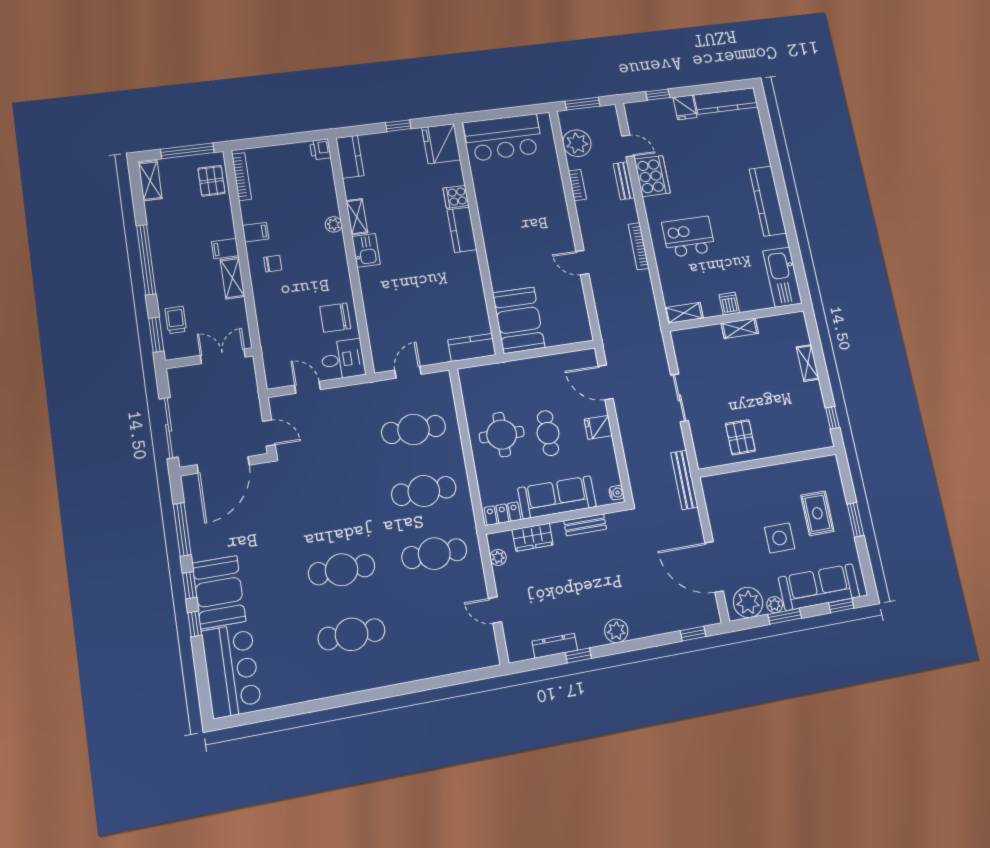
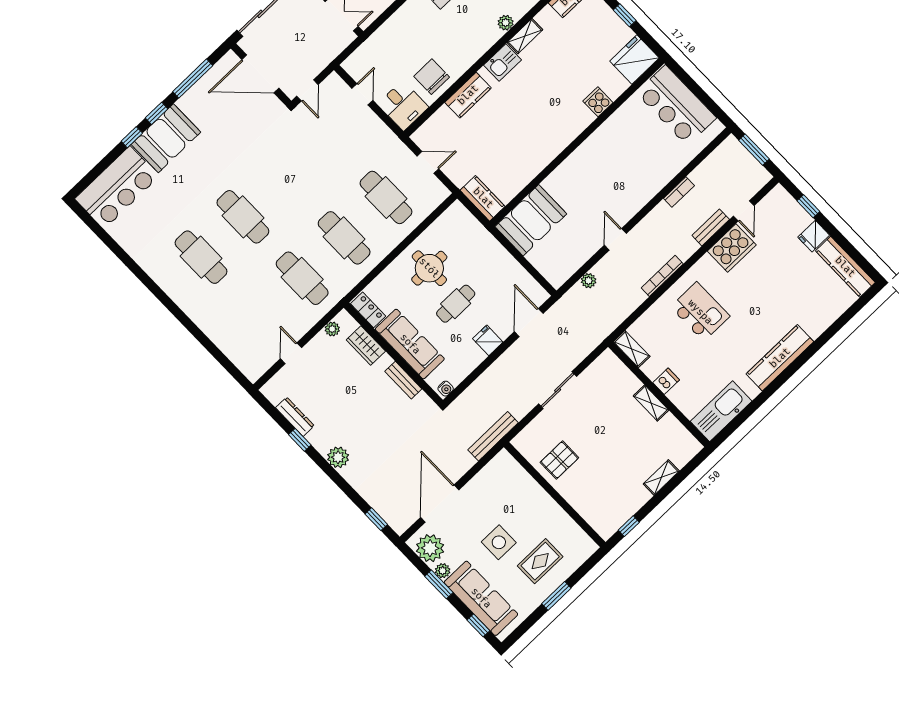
plant: (577, 143) -> (589, 281), moved, width x0.53, depth x0.53
kitchen counter: (462, 230) -> (468, 95), moved, turned 180

